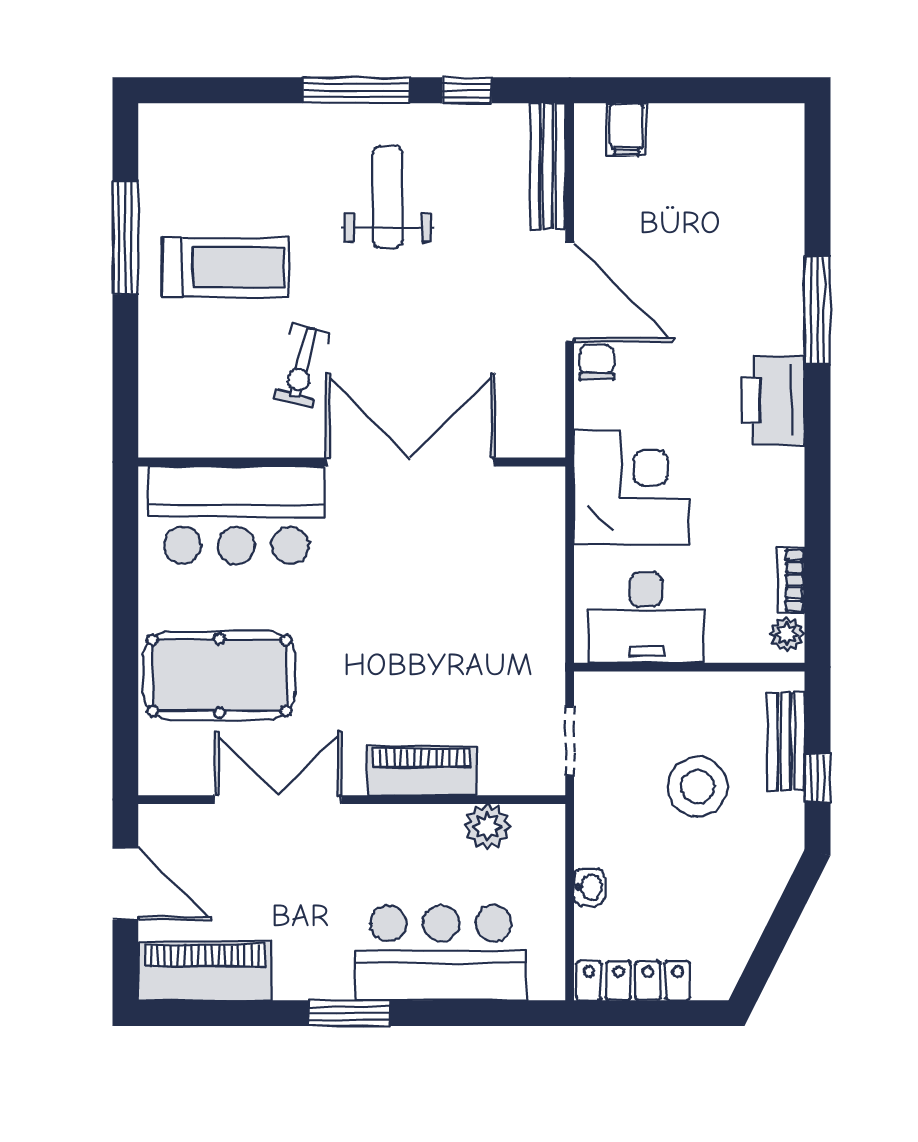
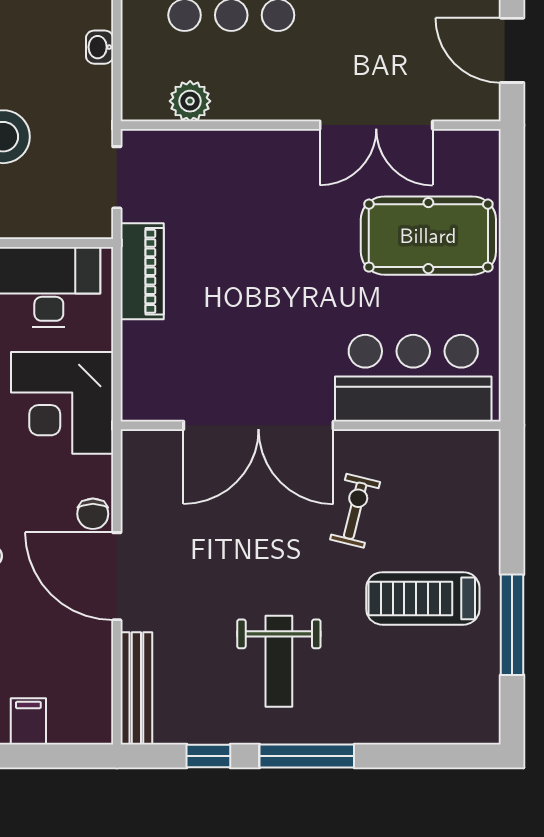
filing cabinet: (627, 129) -> (28, 721), moved
piano: (422, 771) -> (142, 271), moved, turned -90

